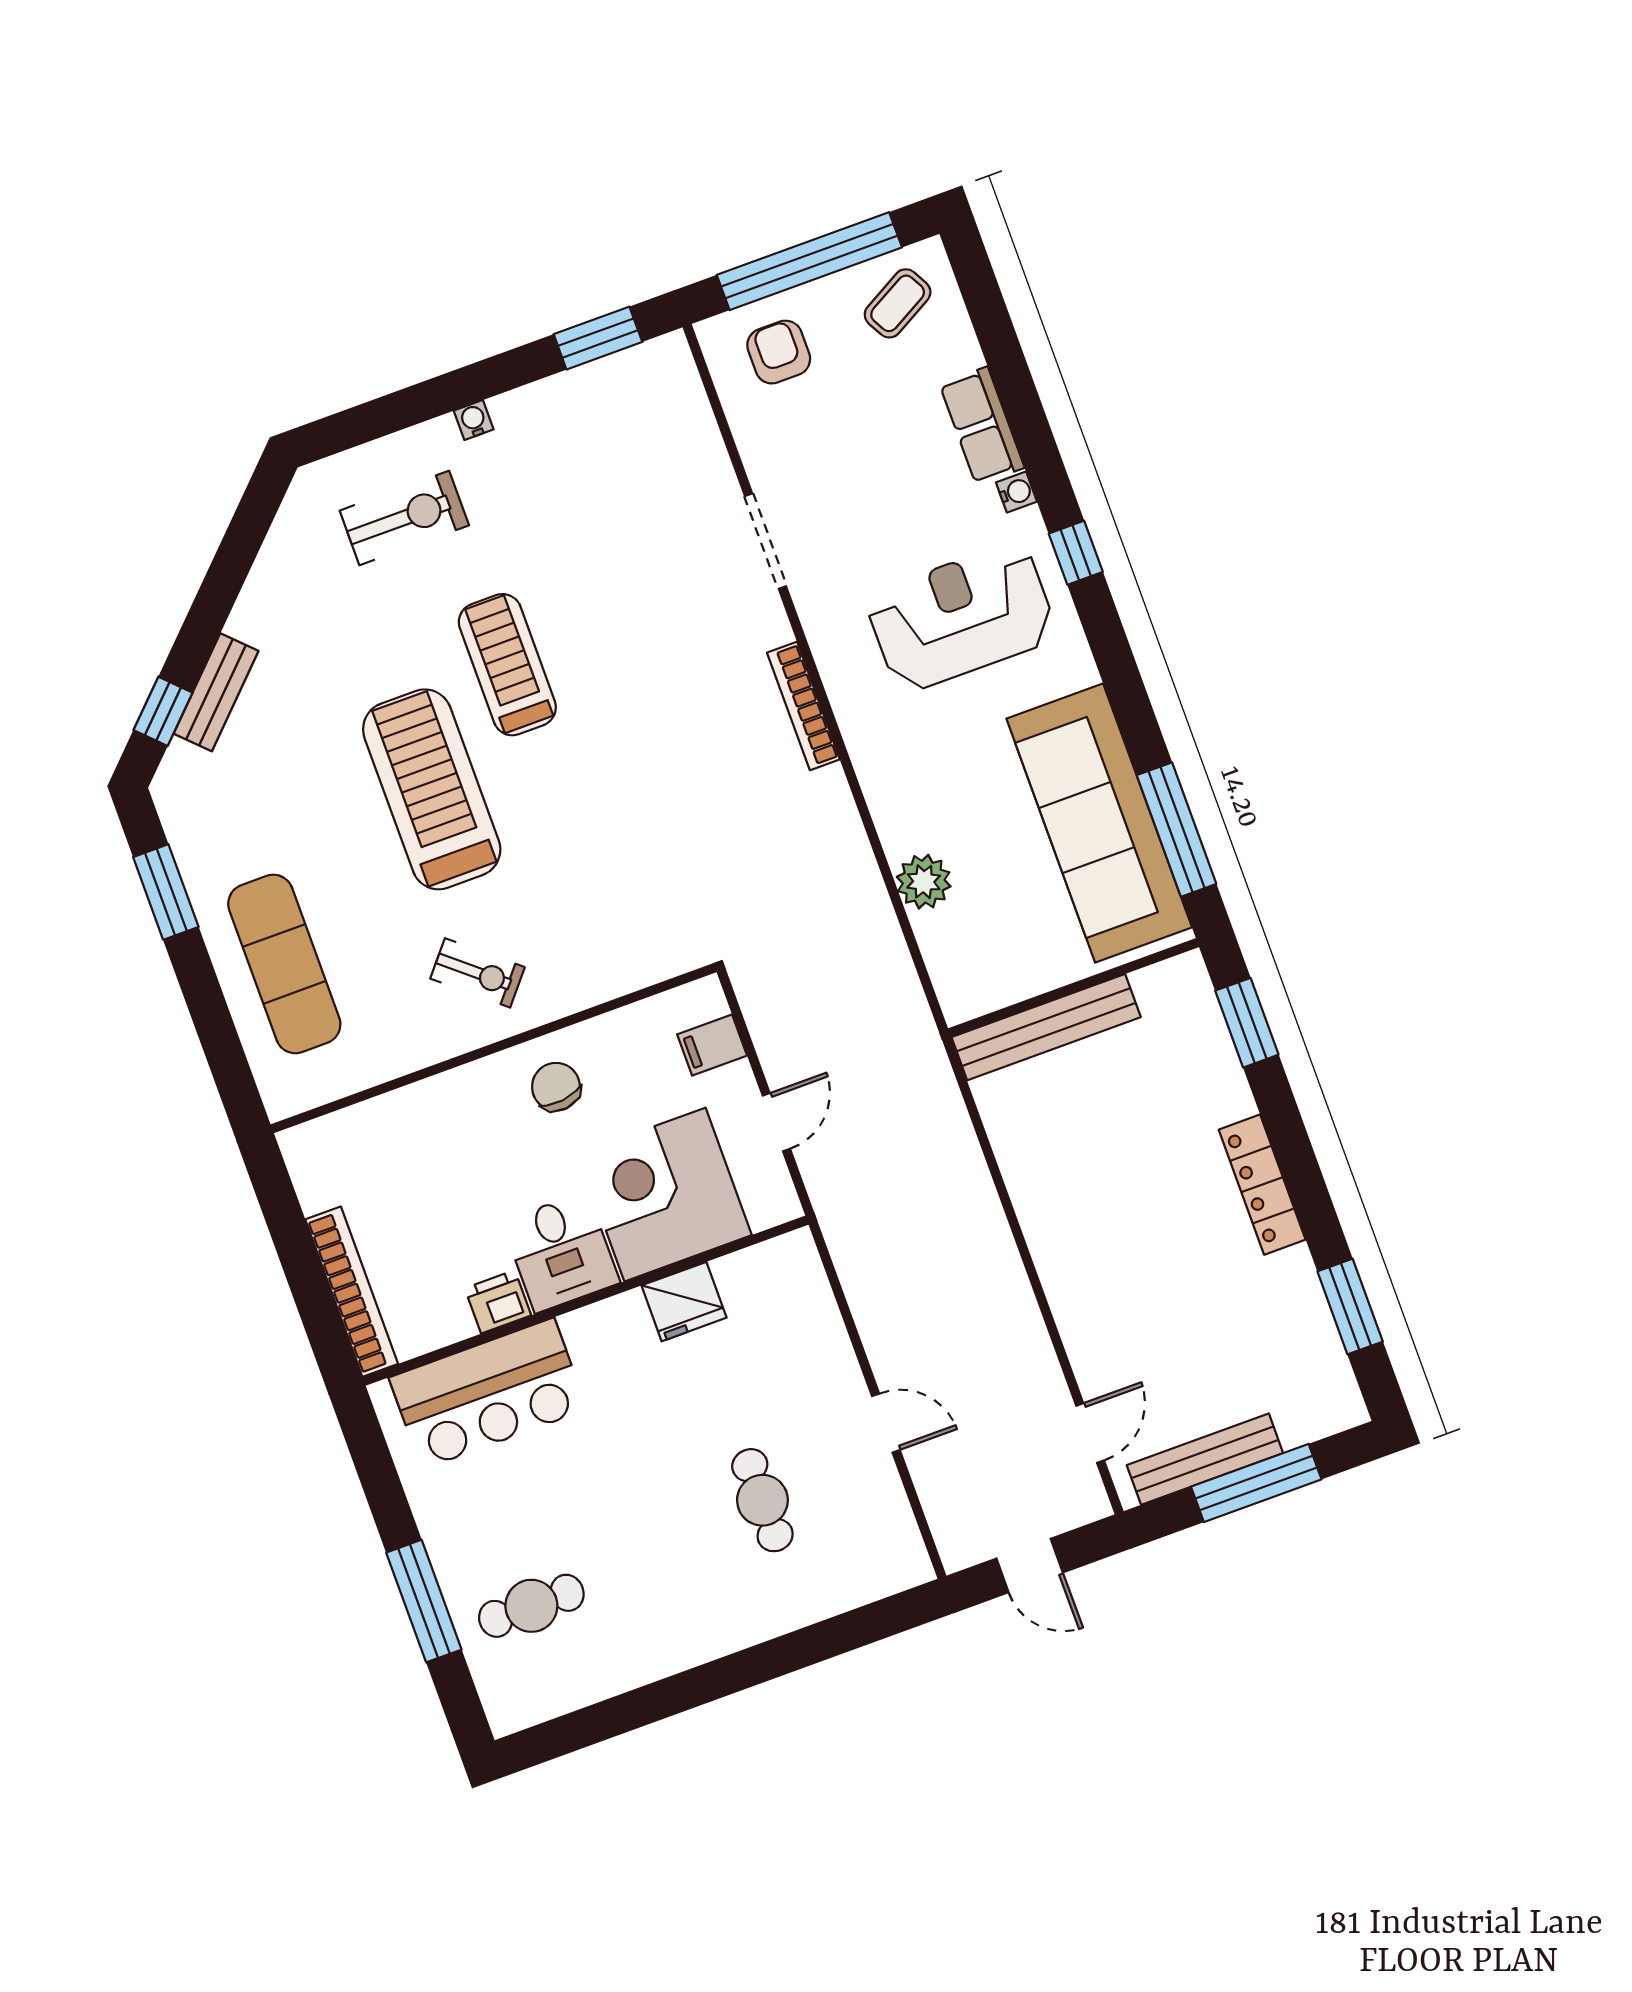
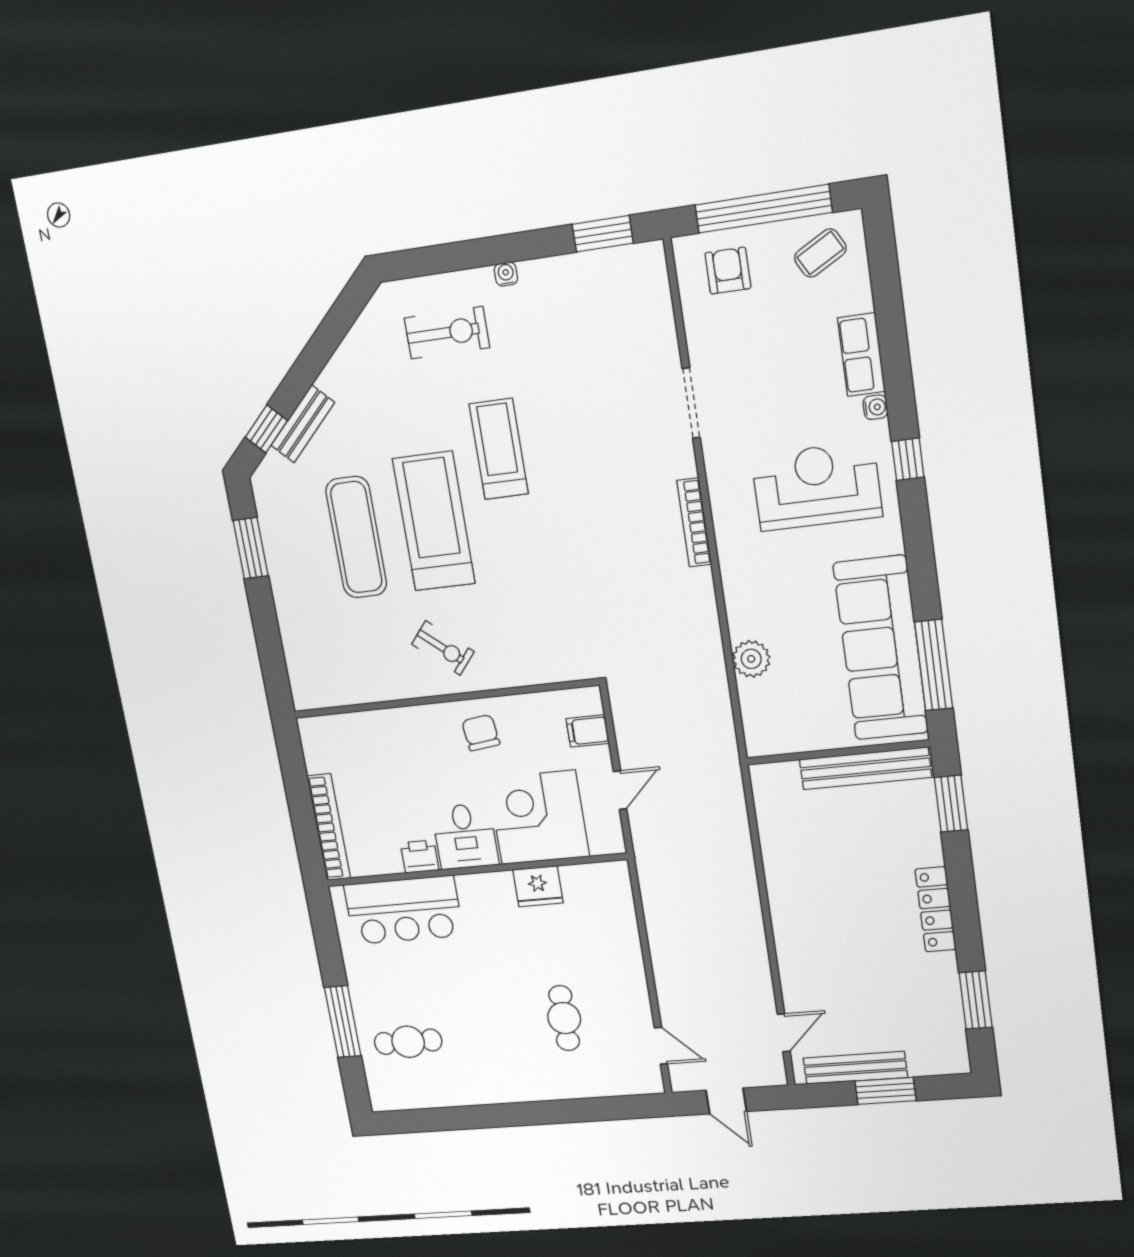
exercise mat: (284, 964) -> (356, 537), moved
bench: (1046, 1027) -> (865, 768), moved
door: (886, 1423) -> (661, 1046), moved
window: (1256, 1483) -> (885, 1091), width x0.69

